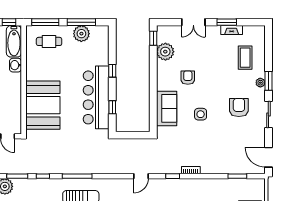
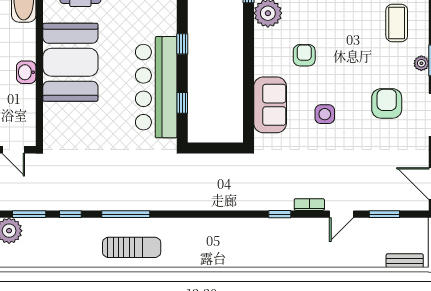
washbasin: (15, 65) -> (26, 72), moved
booth: (43, 105) -> (70, 62), moved
door: (141, 176) -> (341, 214), moved

